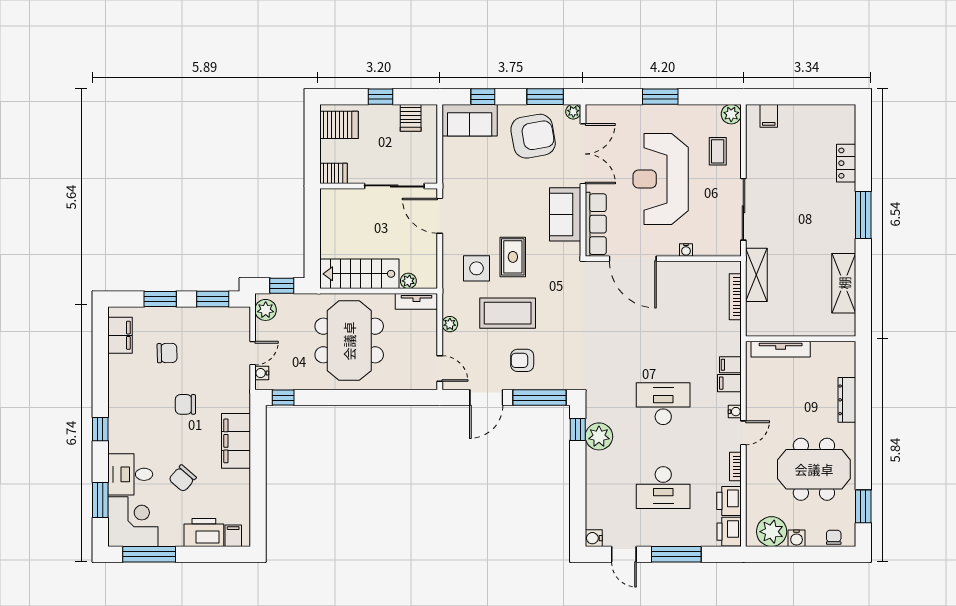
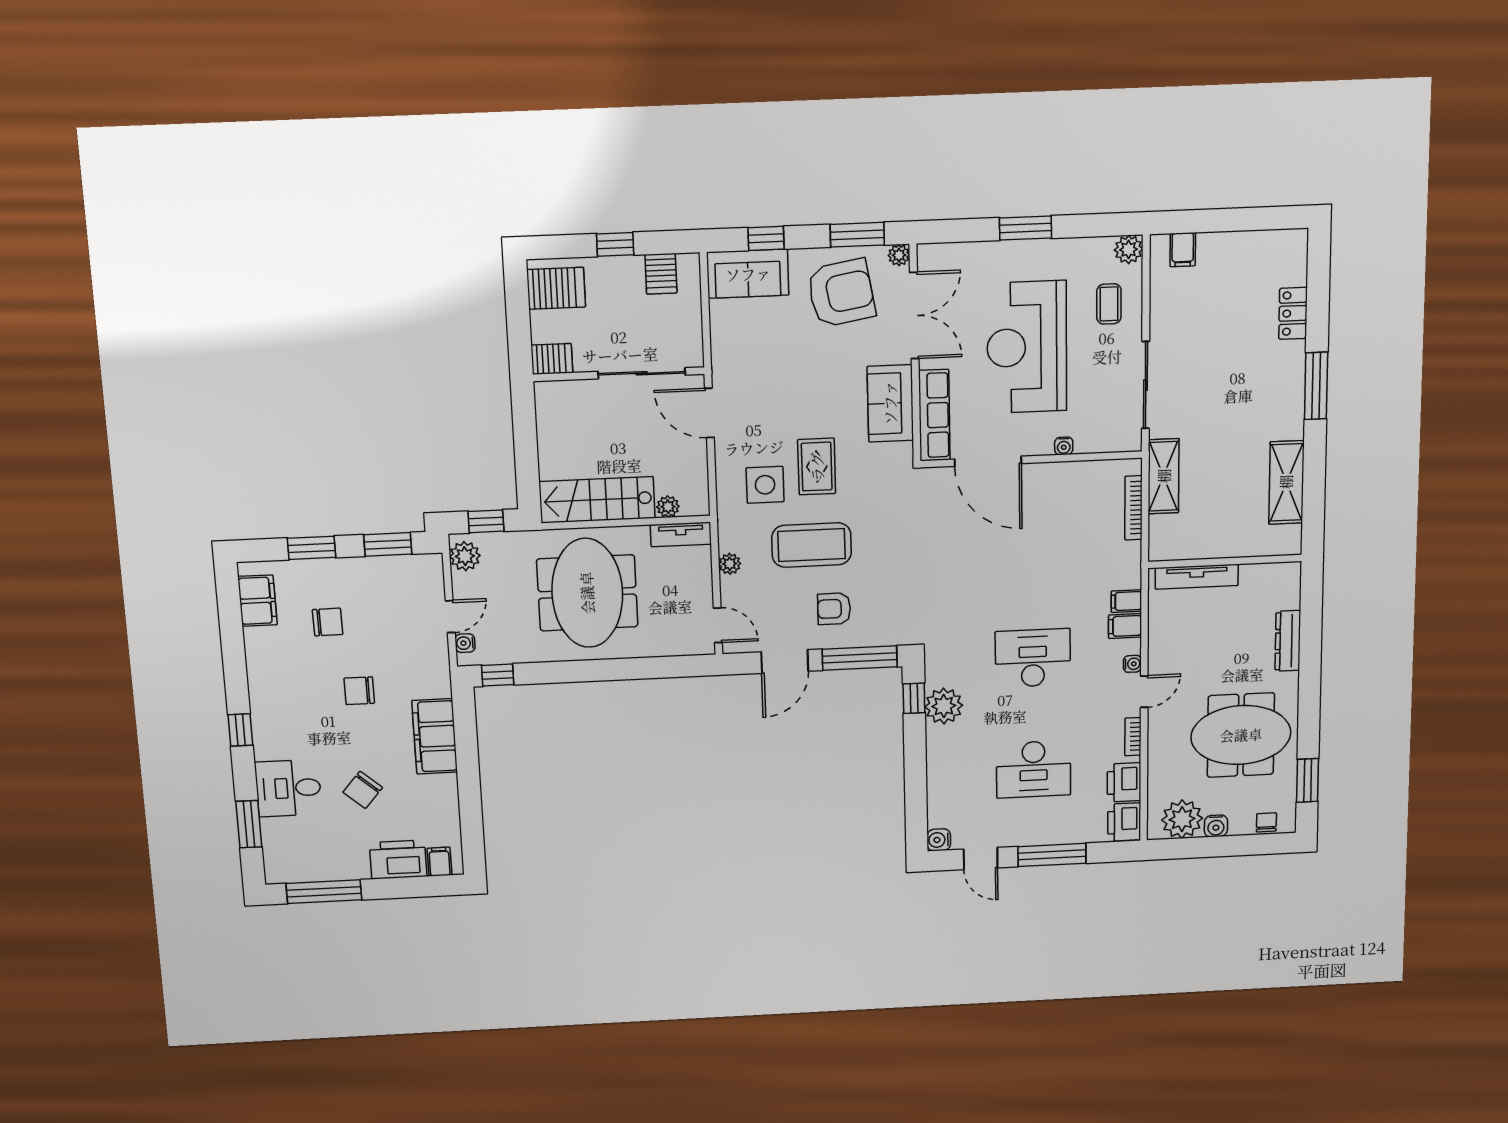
corner desk: (133, 522) -> (297, 850), removed

